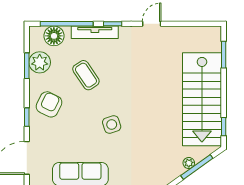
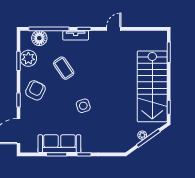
tv unit: (95, 32) -> (76, 35), width x0.71

